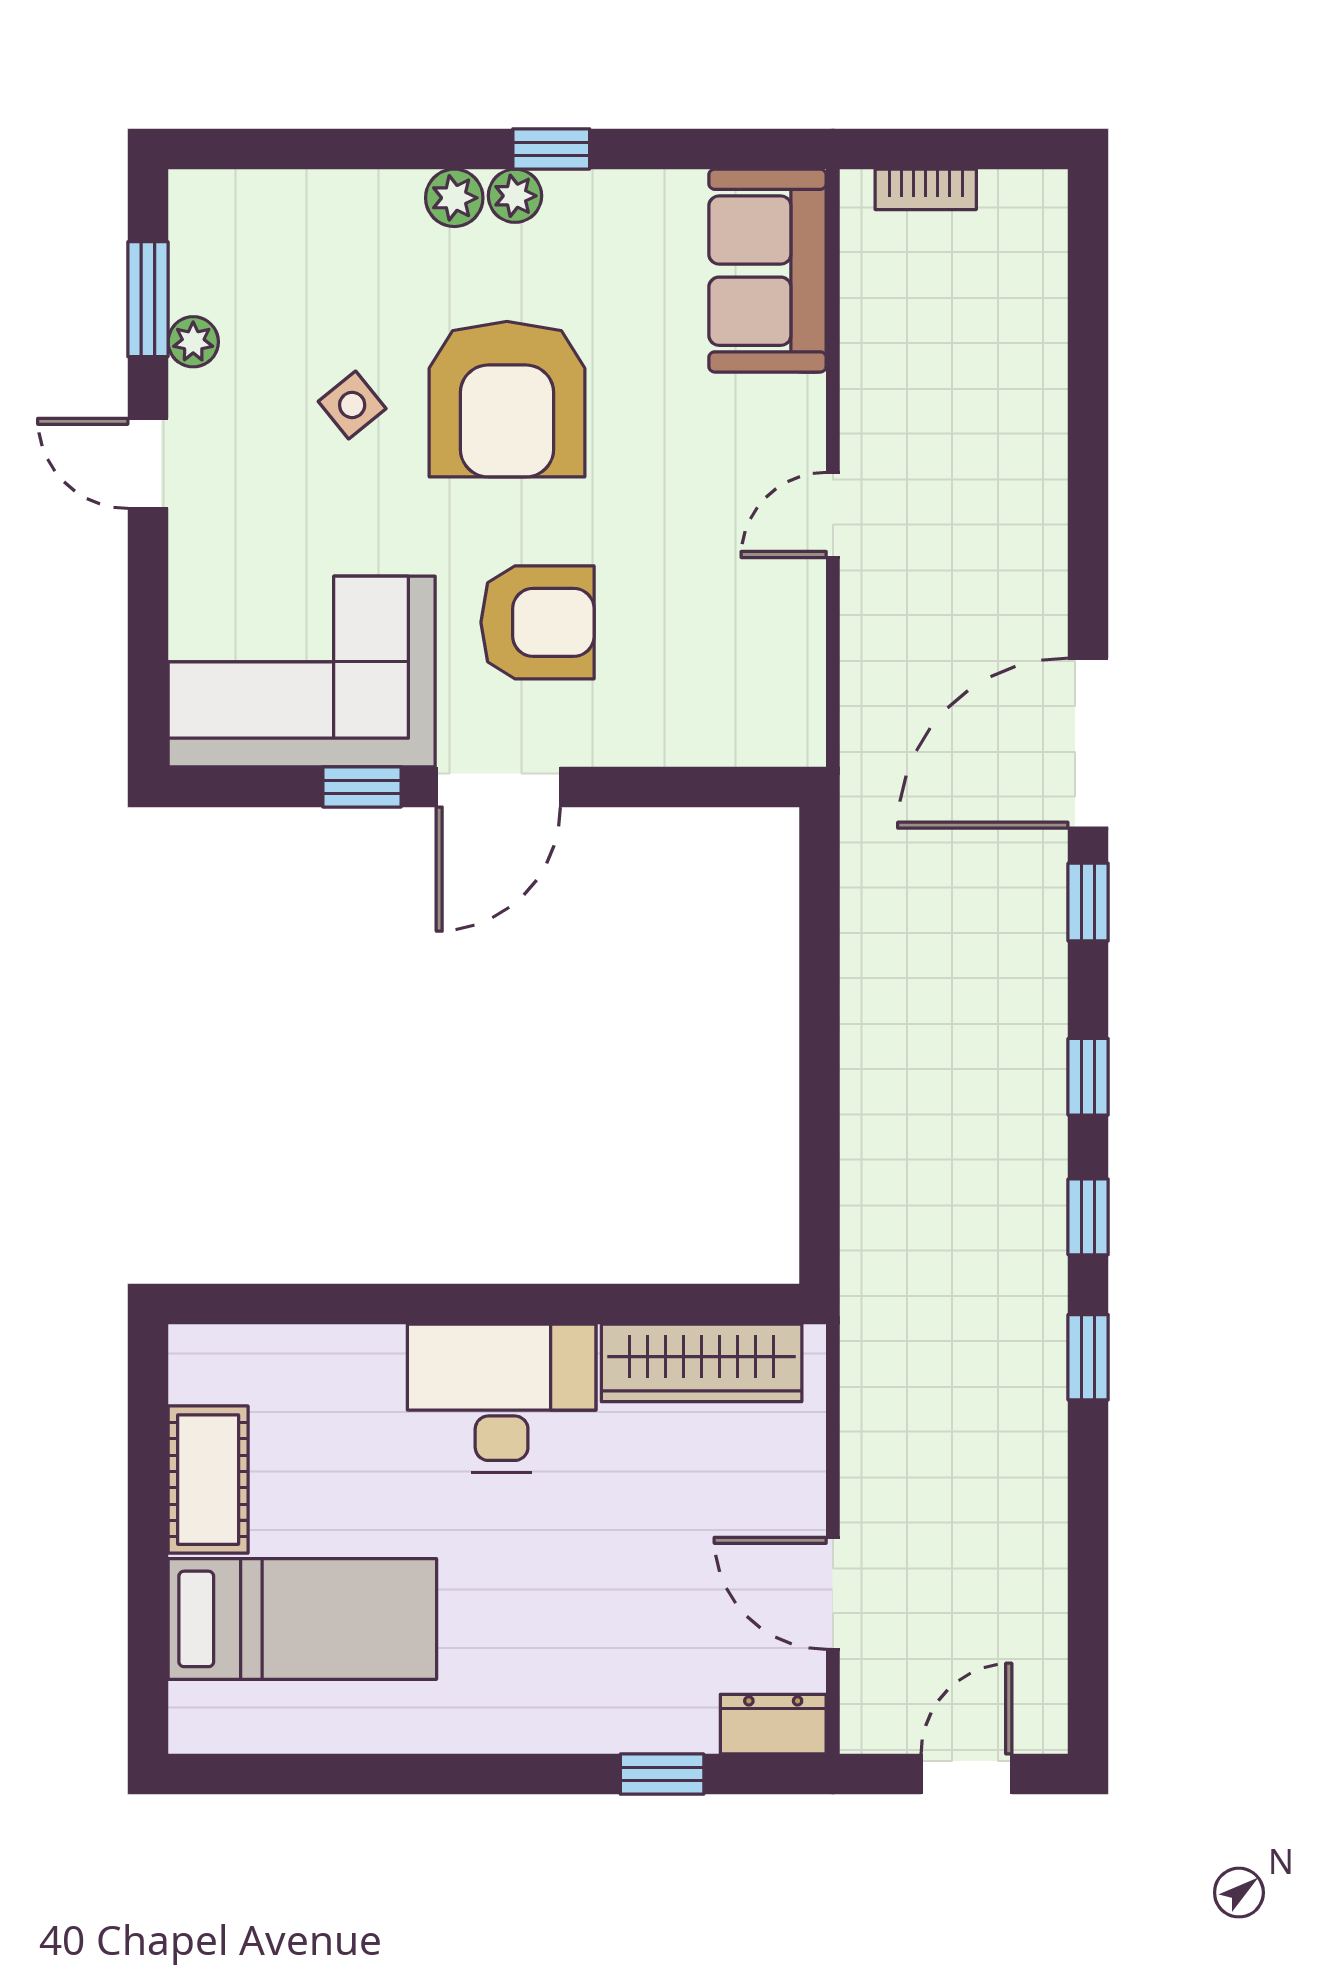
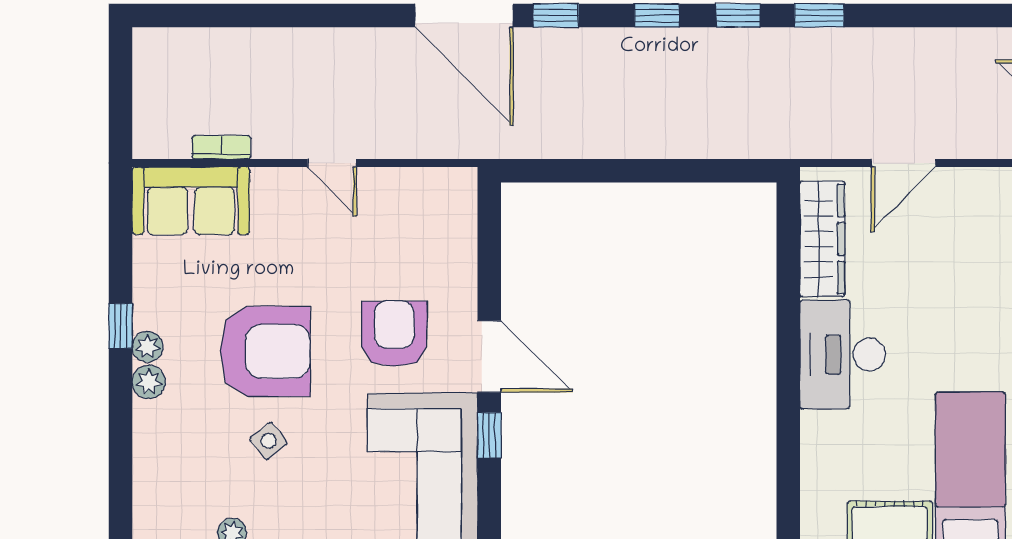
bookcase: (926, 189) -> (221, 147), moved, turned -90
door: (833, 1593) -> (903, 163), moved

